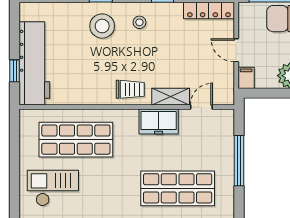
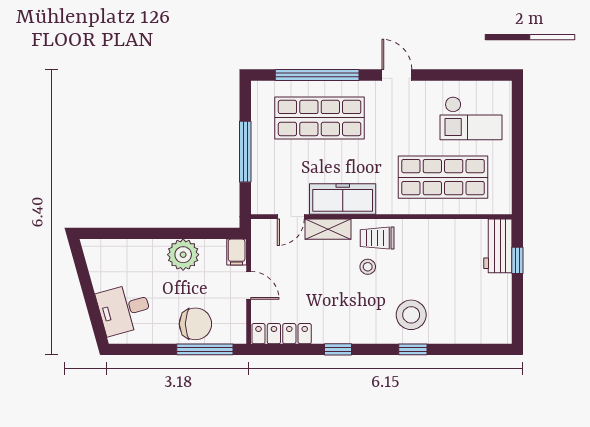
stool: (139, 22) -> (368, 267), moved
workbench: (34, 63) -> (498, 246), width x0.53, depth x0.76
freezer: (159, 121) -> (343, 199), width x1.40

